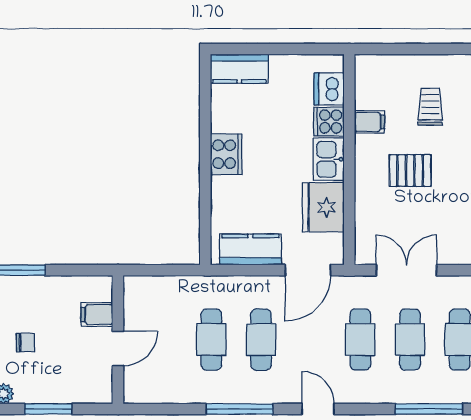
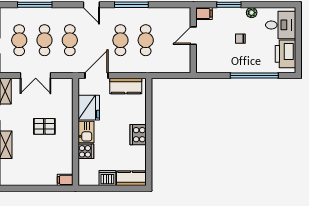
dishwasher: (329, 89) -> (107, 178), moved, turned -90
trolley: (430, 107) -> (34, 159), removed
filing cabinet: (369, 122) -> (65, 180), moved
double door: (406, 270) -> (36, 76), moved
filing cabinet: (97, 315) -> (204, 14), moved

